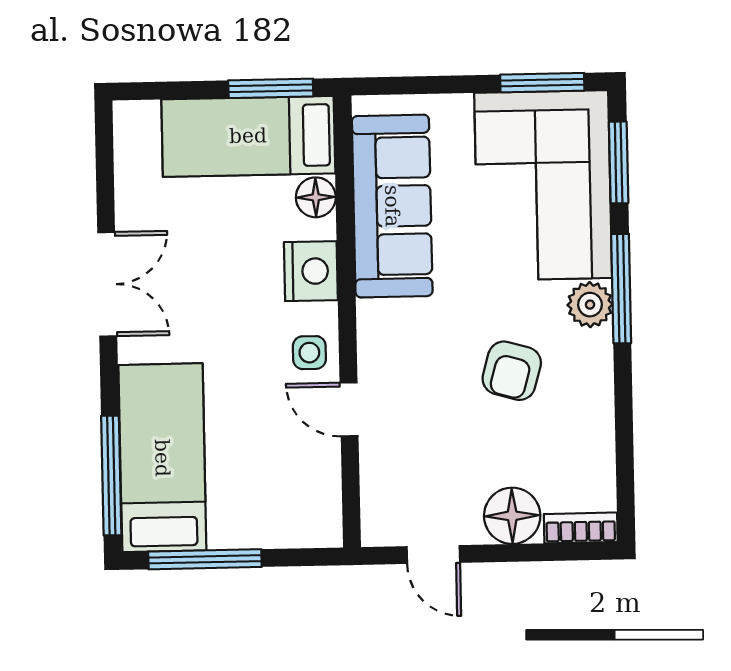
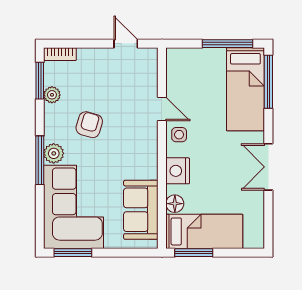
window: (619, 162) -> (40, 81), moved
sofa: (392, 206) -> (141, 210), width x0.73
plant: (597, 436) -> (52, 95), added
floor lamp: (512, 516) -> (90, 60), removed

